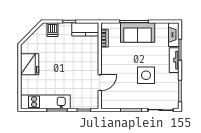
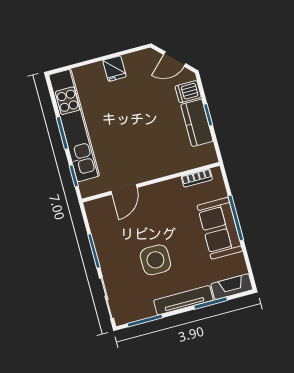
kitchen counter: (85, 29) -> (197, 123), moved
door: (31, 32) -> (175, 59), added
tv unit: (174, 60) -> (183, 300), width x1.41
fridge: (30, 64) -> (115, 69), width x0.53, depth x0.75
door: (100, 83) -> (124, 189), hinge flipped
kitchen unit: (45, 102) -> (74, 125), width x1.36

